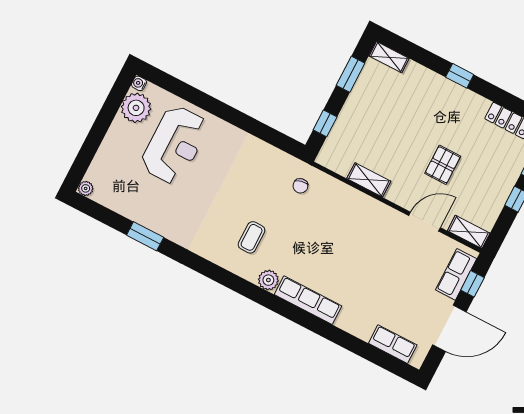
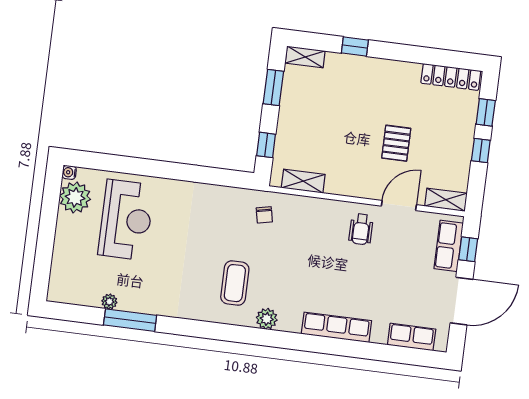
window: (460, 76) -> (355, 47), moved
shelving: (369, 180) -> (303, 181), moved
plant: (86, 188) -> (109, 302), moved
wheelchair: (383, 230) -> (361, 229), added
window: (145, 236) -> (130, 320), width x1.44
coffee table: (252, 237) -> (235, 283), width x1.36, depth x1.30
row of seats: (308, 300) -> (336, 327), moved

